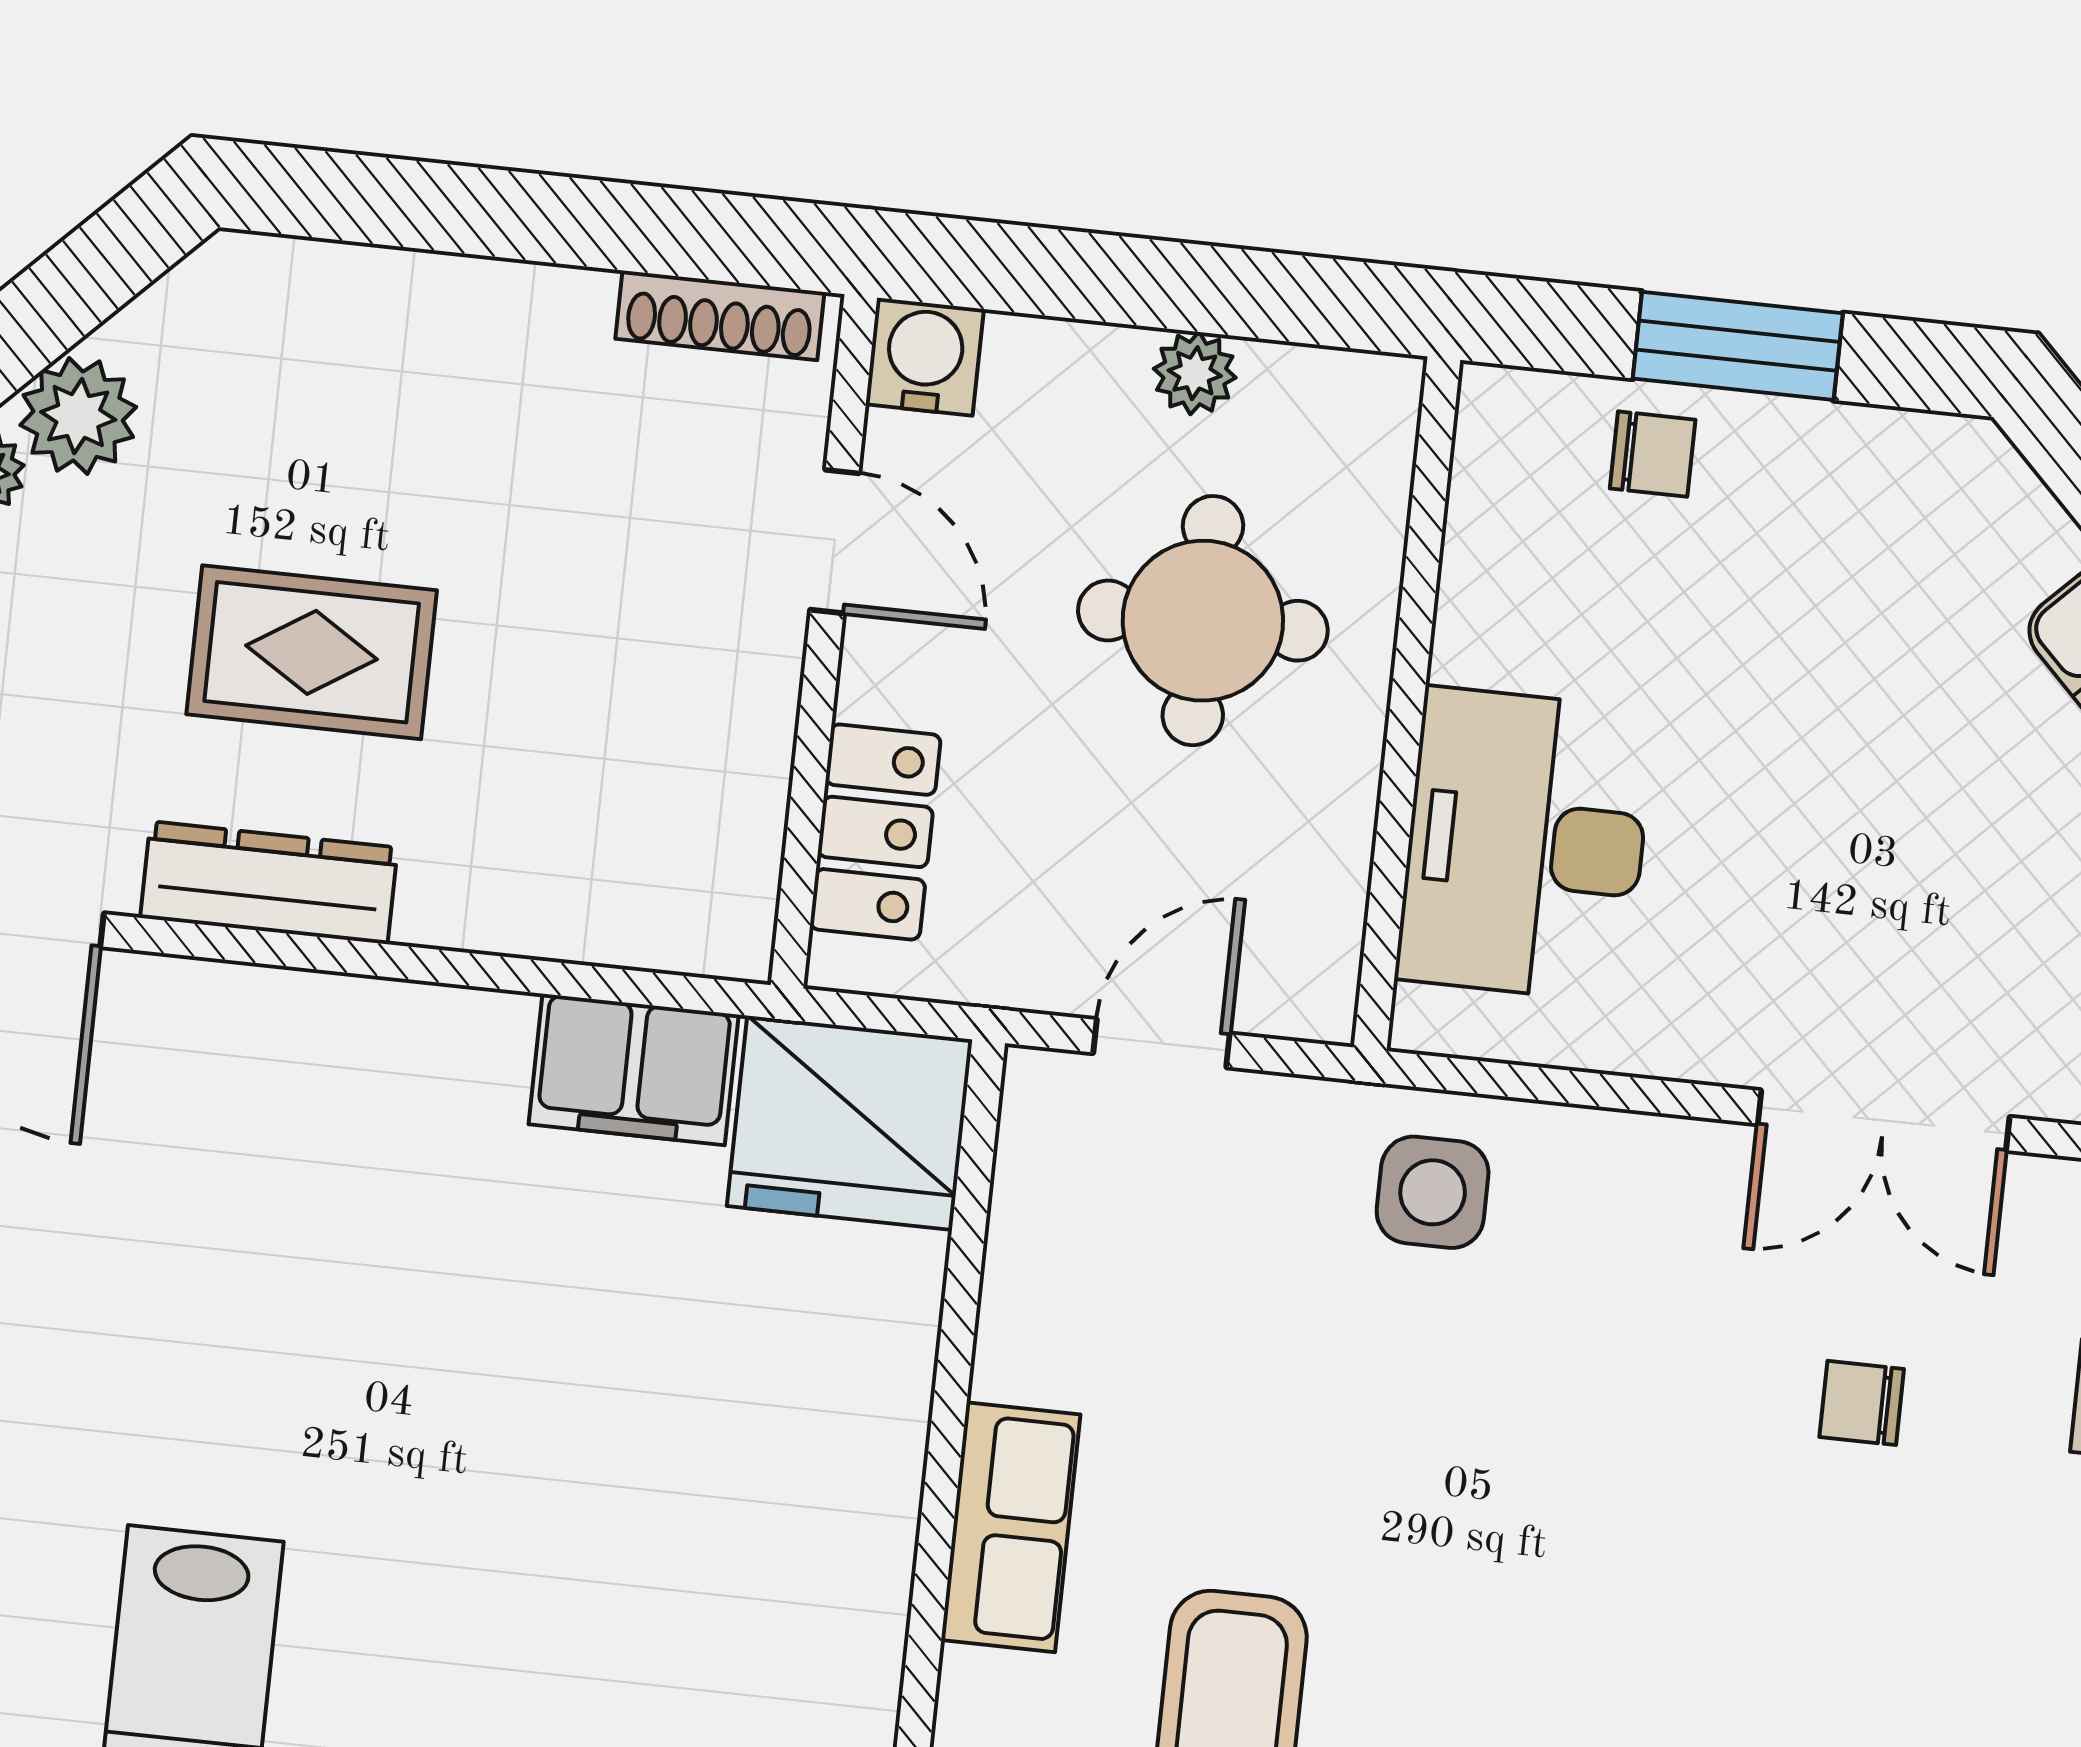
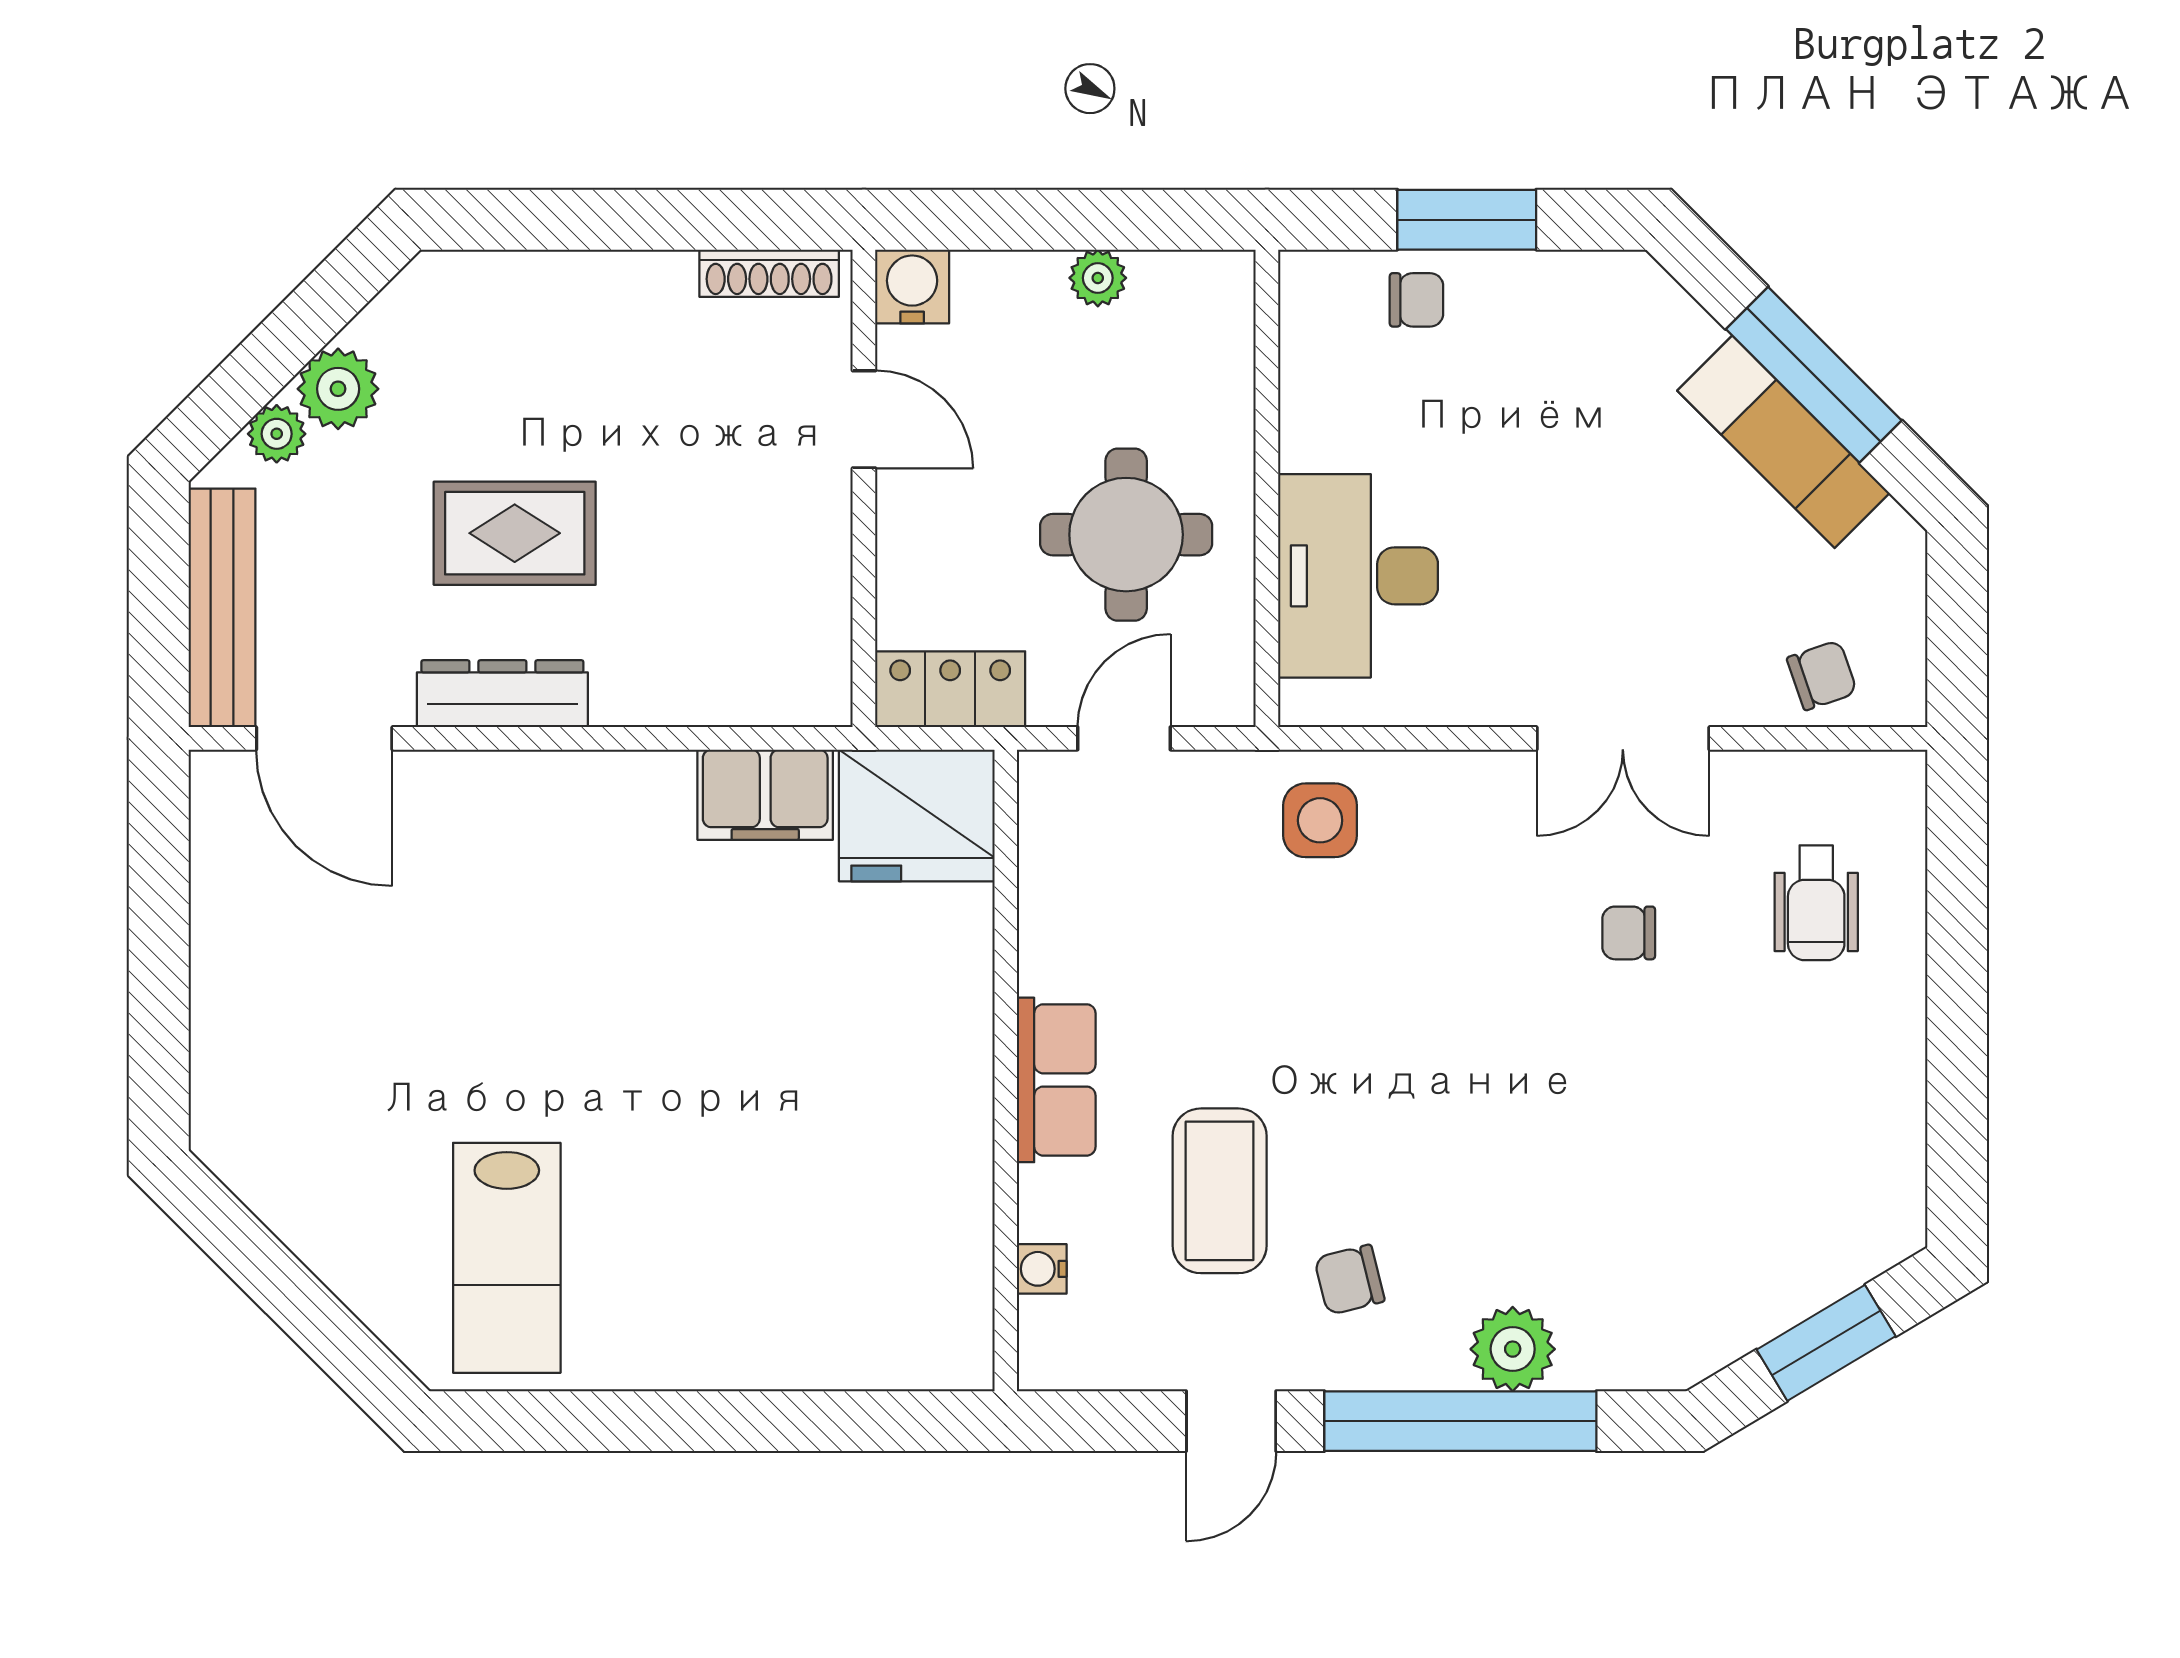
round table: (1203, 621) -> (1126, 535), moved
locker: (875, 832) -> (950, 689), moved, turned -90

